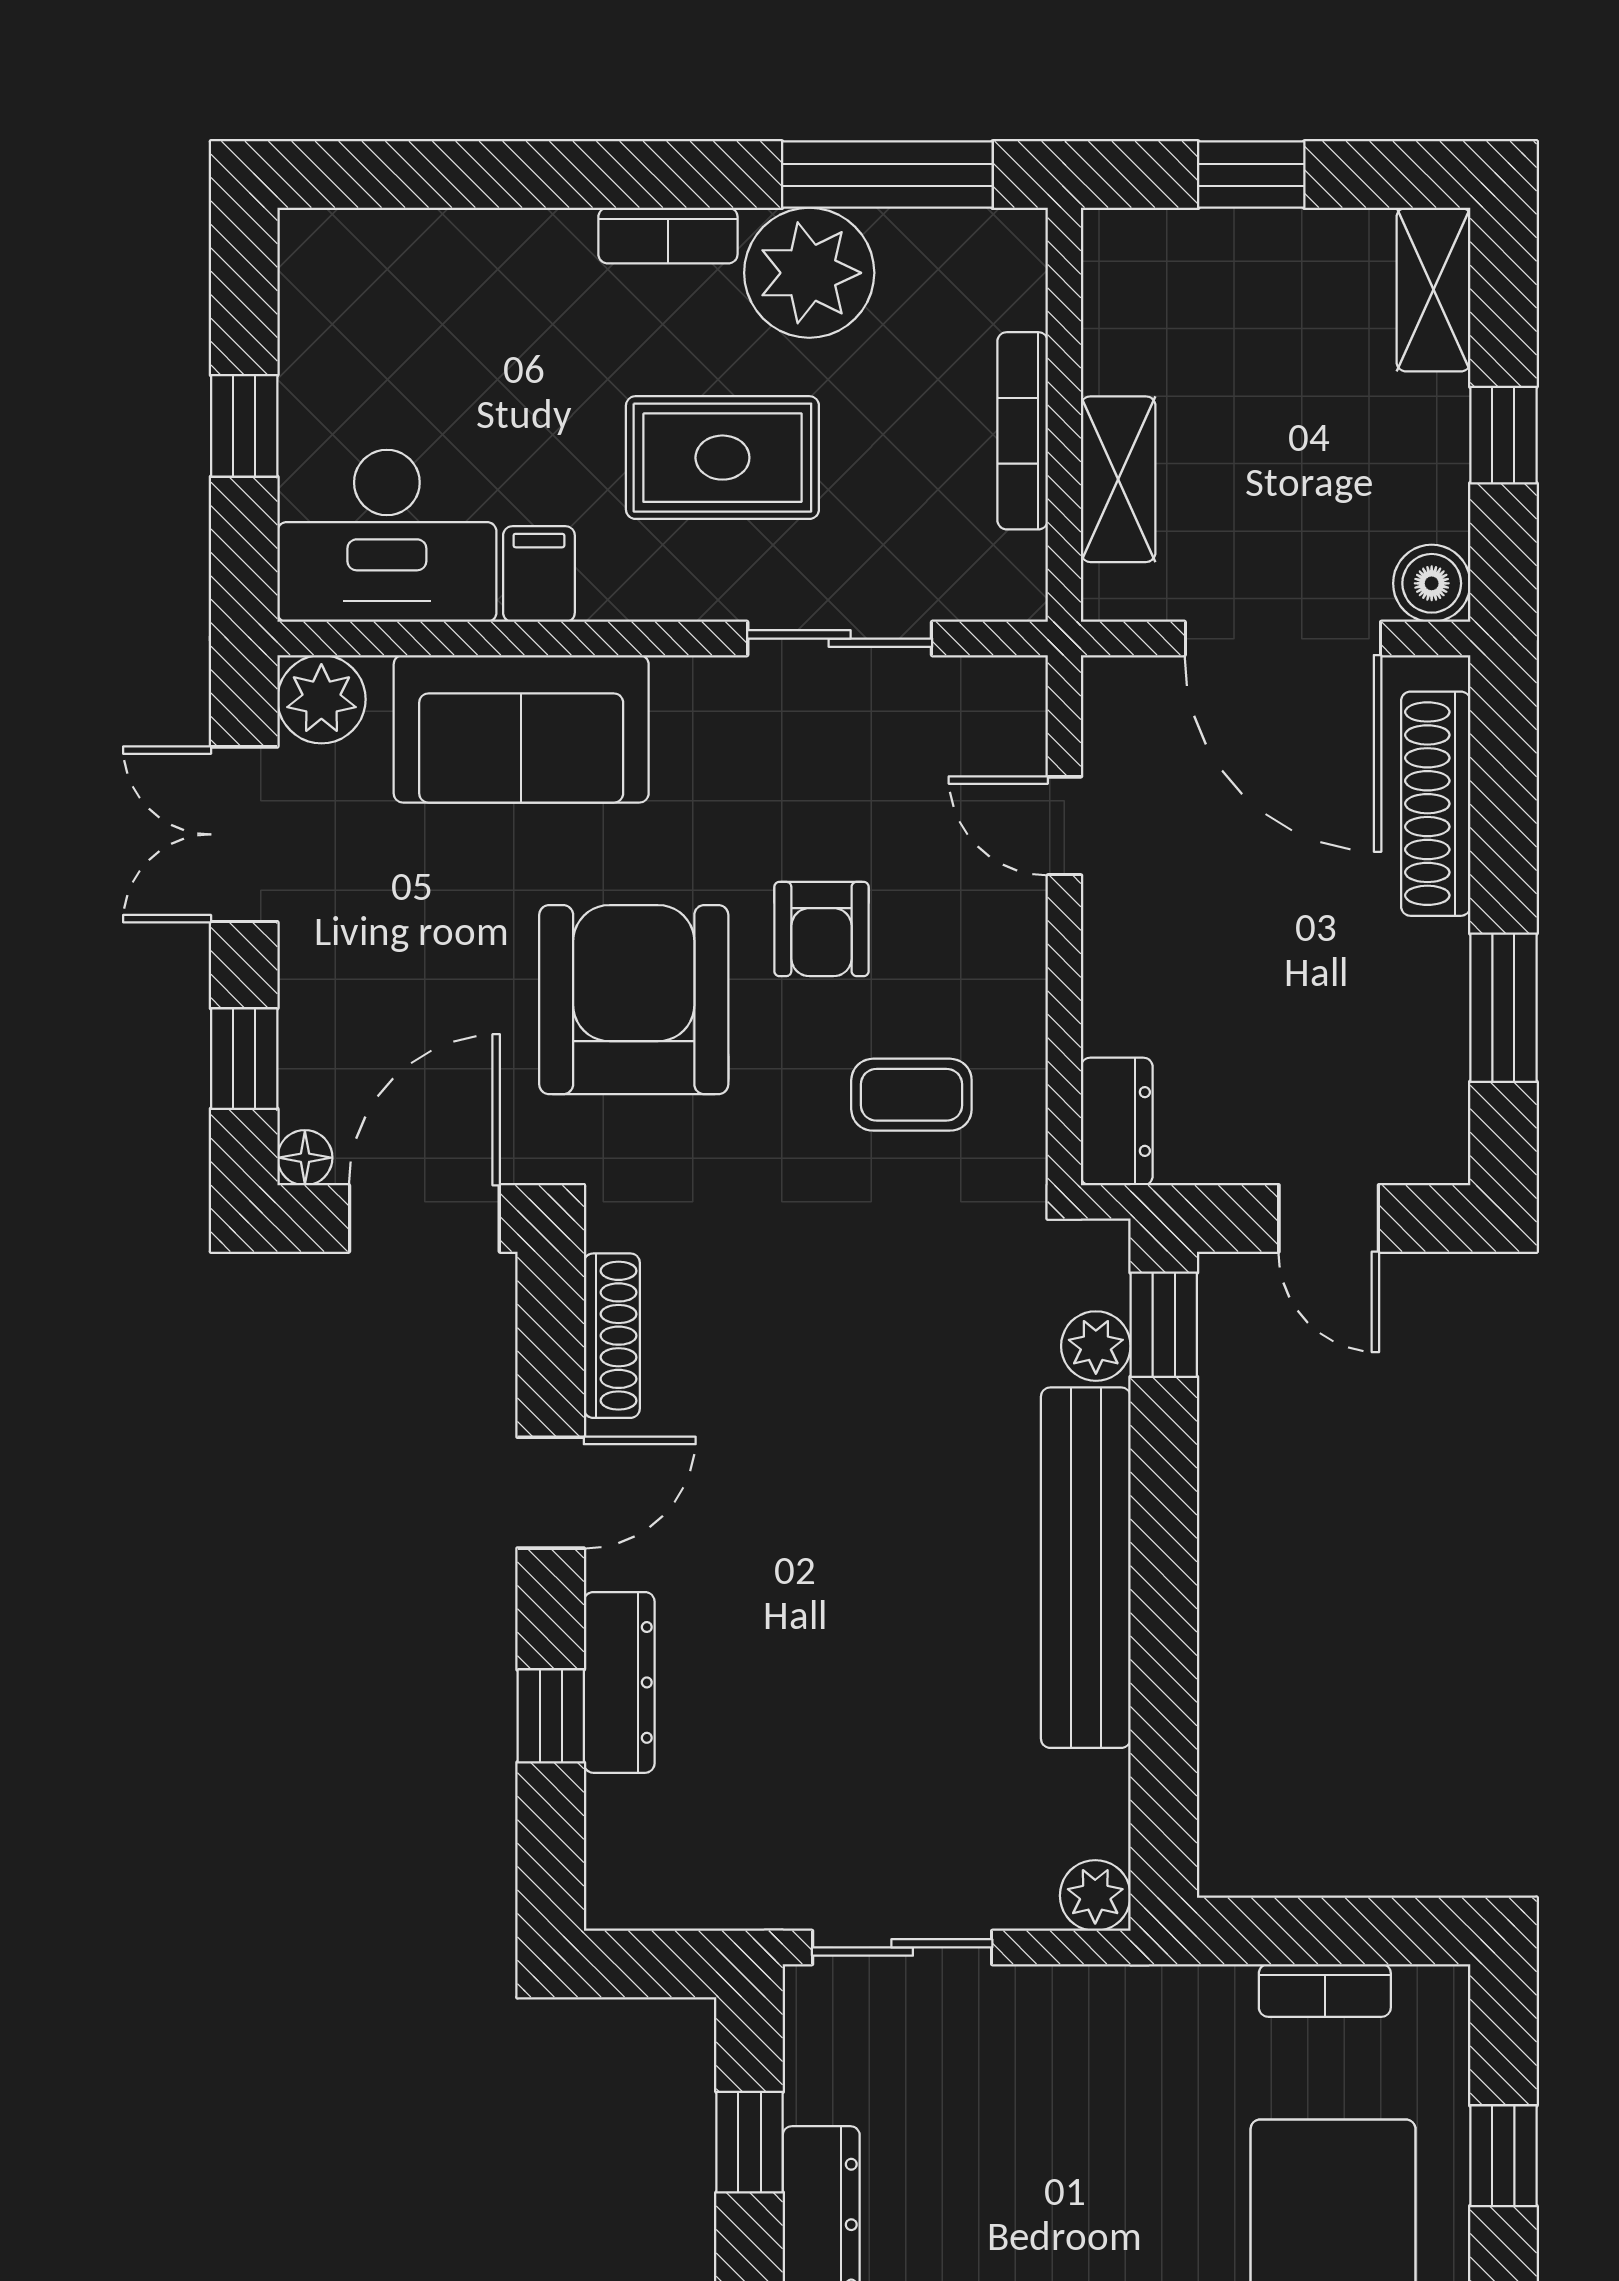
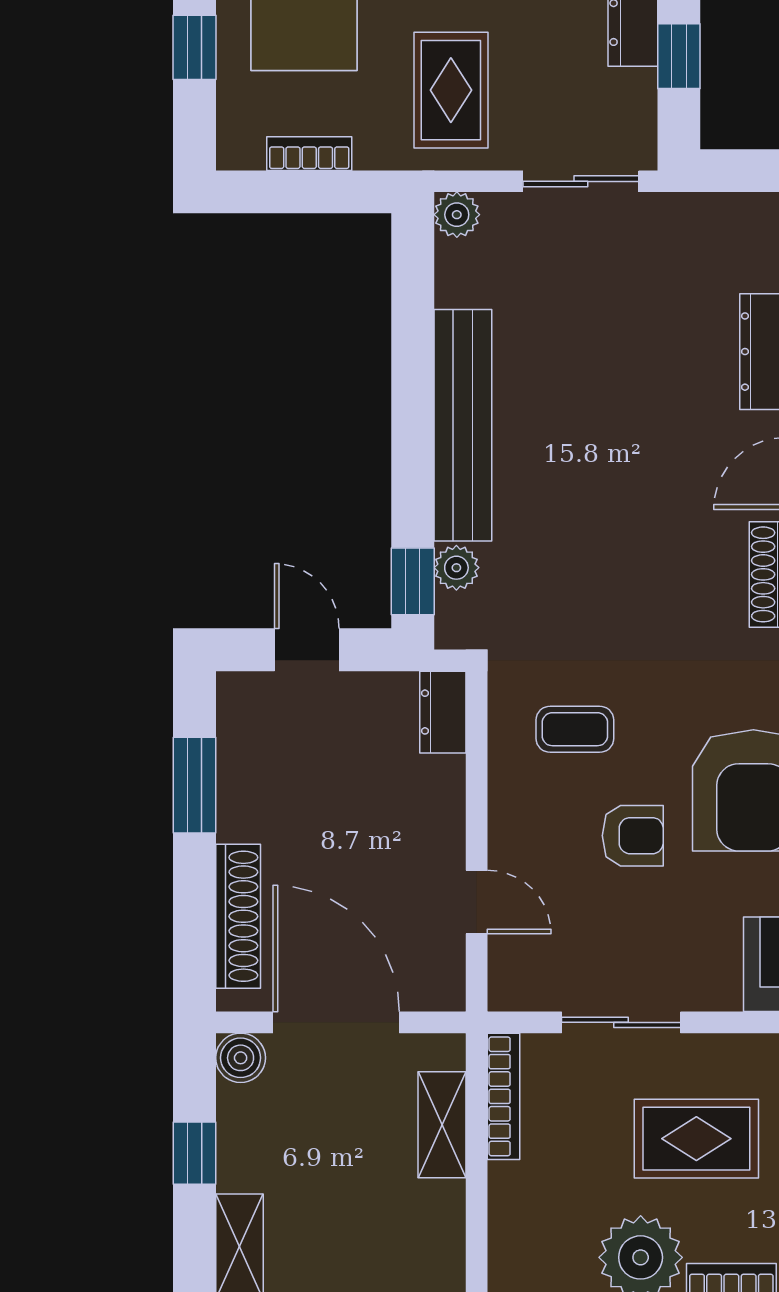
bookcase: (1023, 431) -> (504, 1096), moved
armchair: (821, 929) -> (633, 836), turned 90
rug: (1104, 2089) -> (451, 90), added

